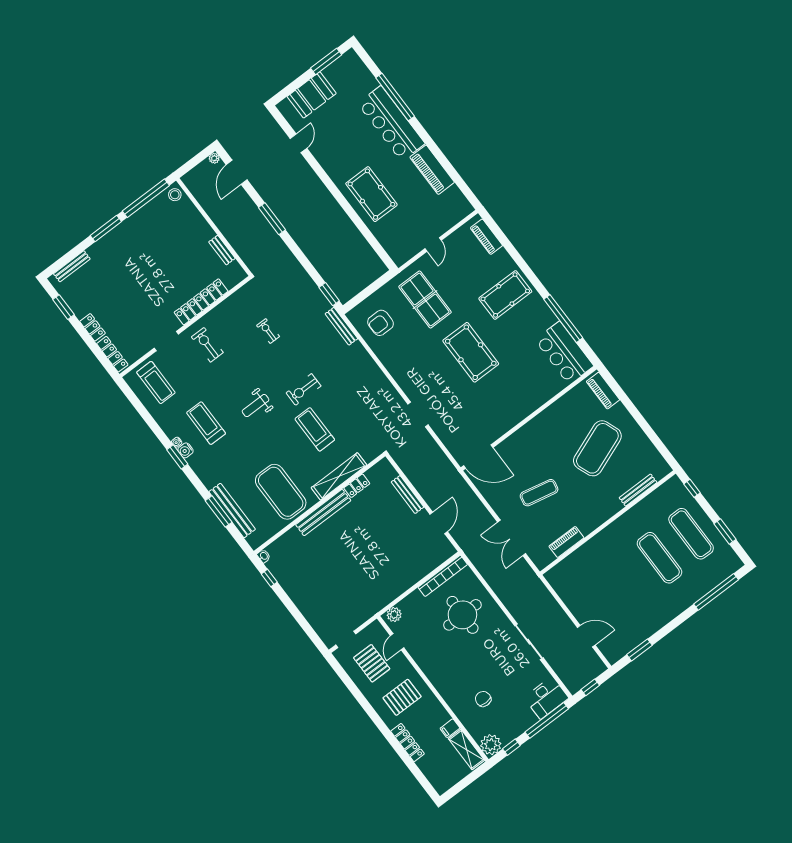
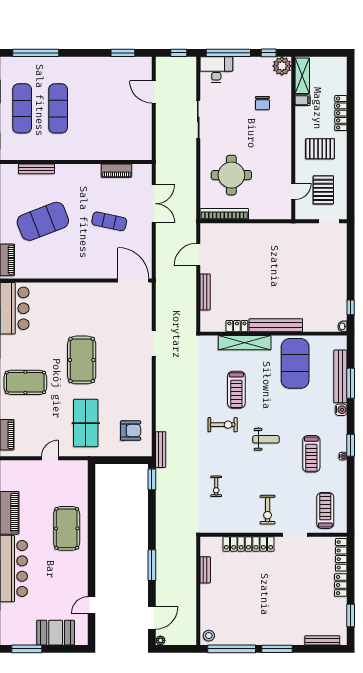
water cooler: (186, 450) -> (341, 410), moved
plant: (394, 615) -> (281, 213), removed

